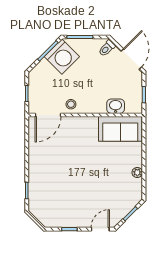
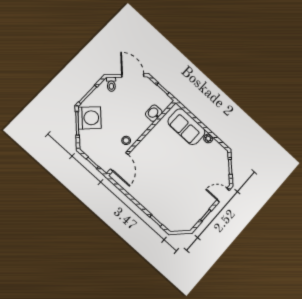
sofa: (120, 129) -> (186, 127), moved, turned 90
door: (100, 229) -> (223, 195), hinge flipped

